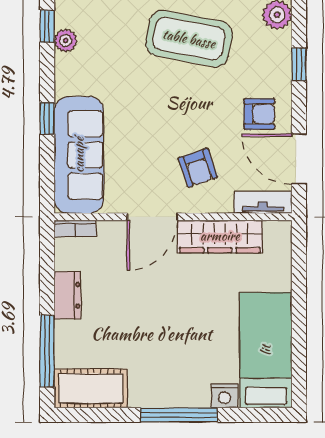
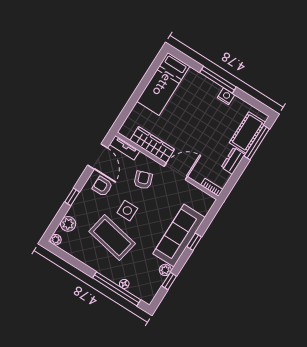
side table: (192, 100) -> (127, 211), added
sofa: (79, 155) -> (179, 236), moved
cot: (91, 388) -> (247, 132), moved, turned 90
nightstand: (225, 396) -> (226, 96), moved

